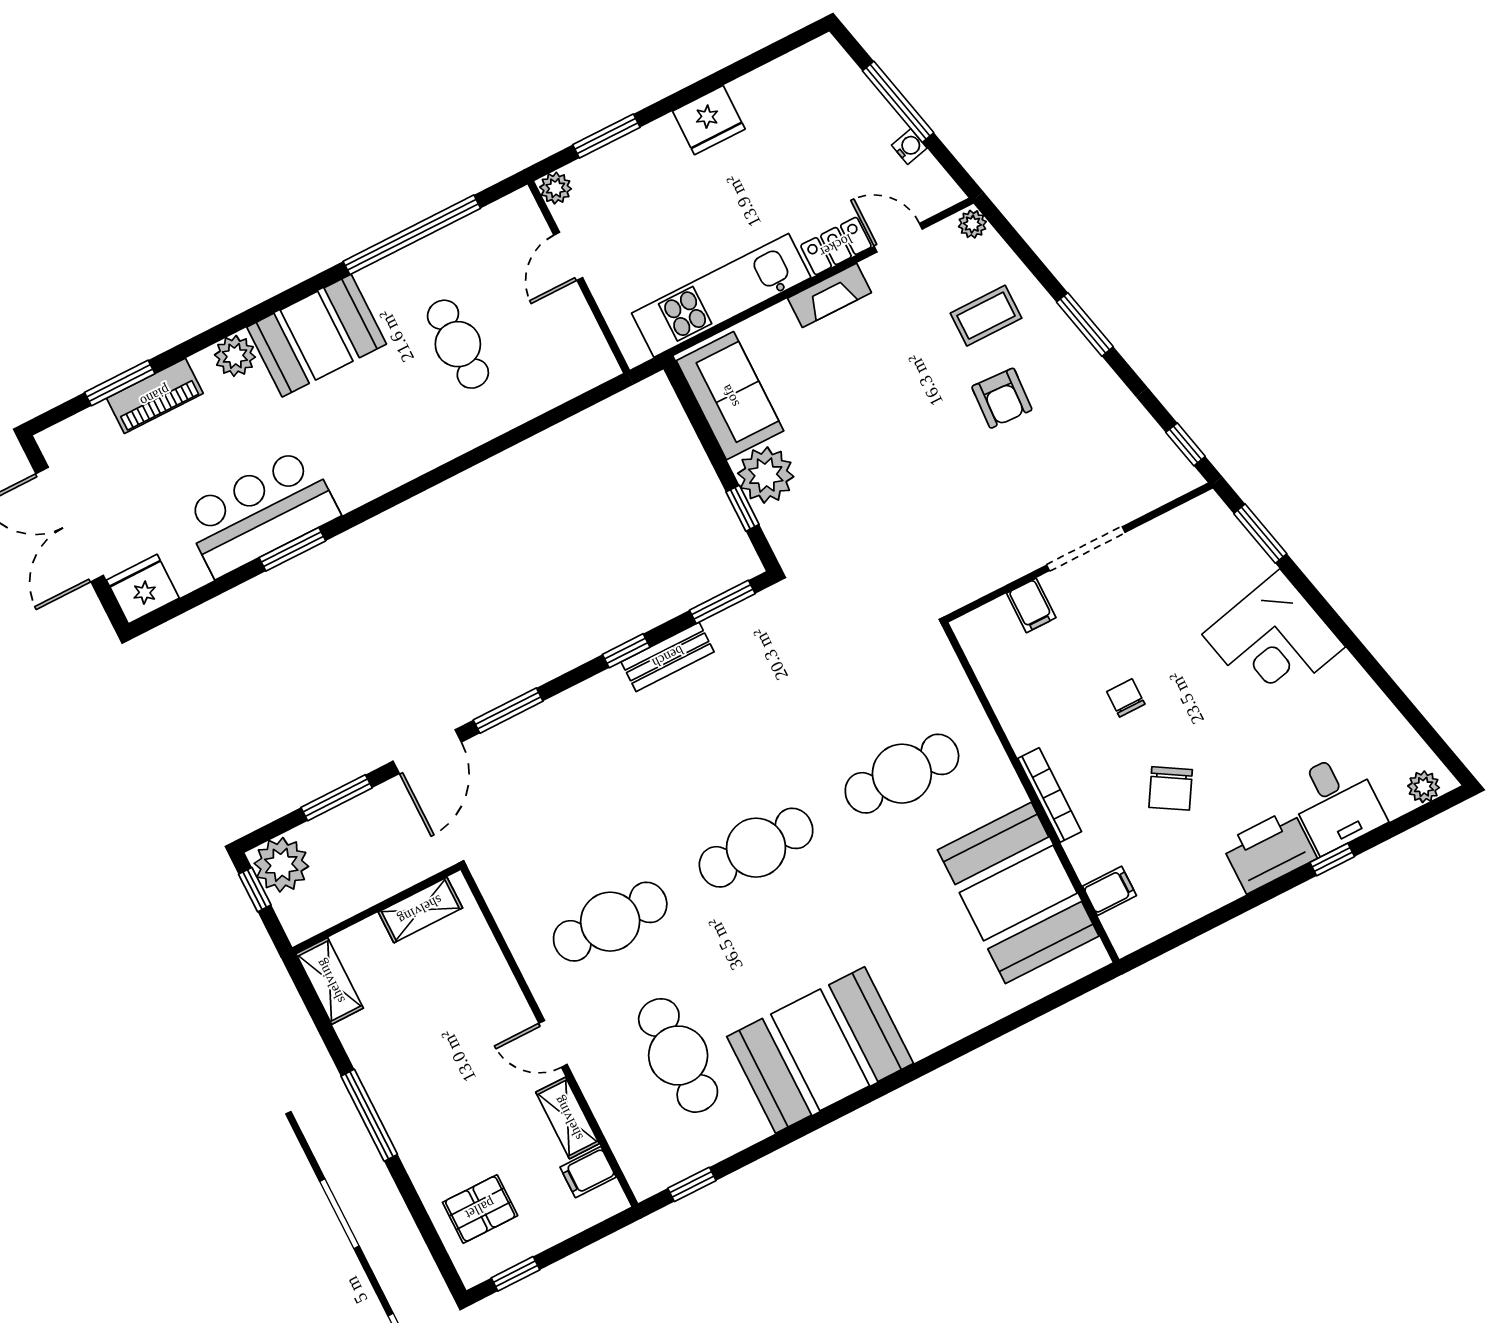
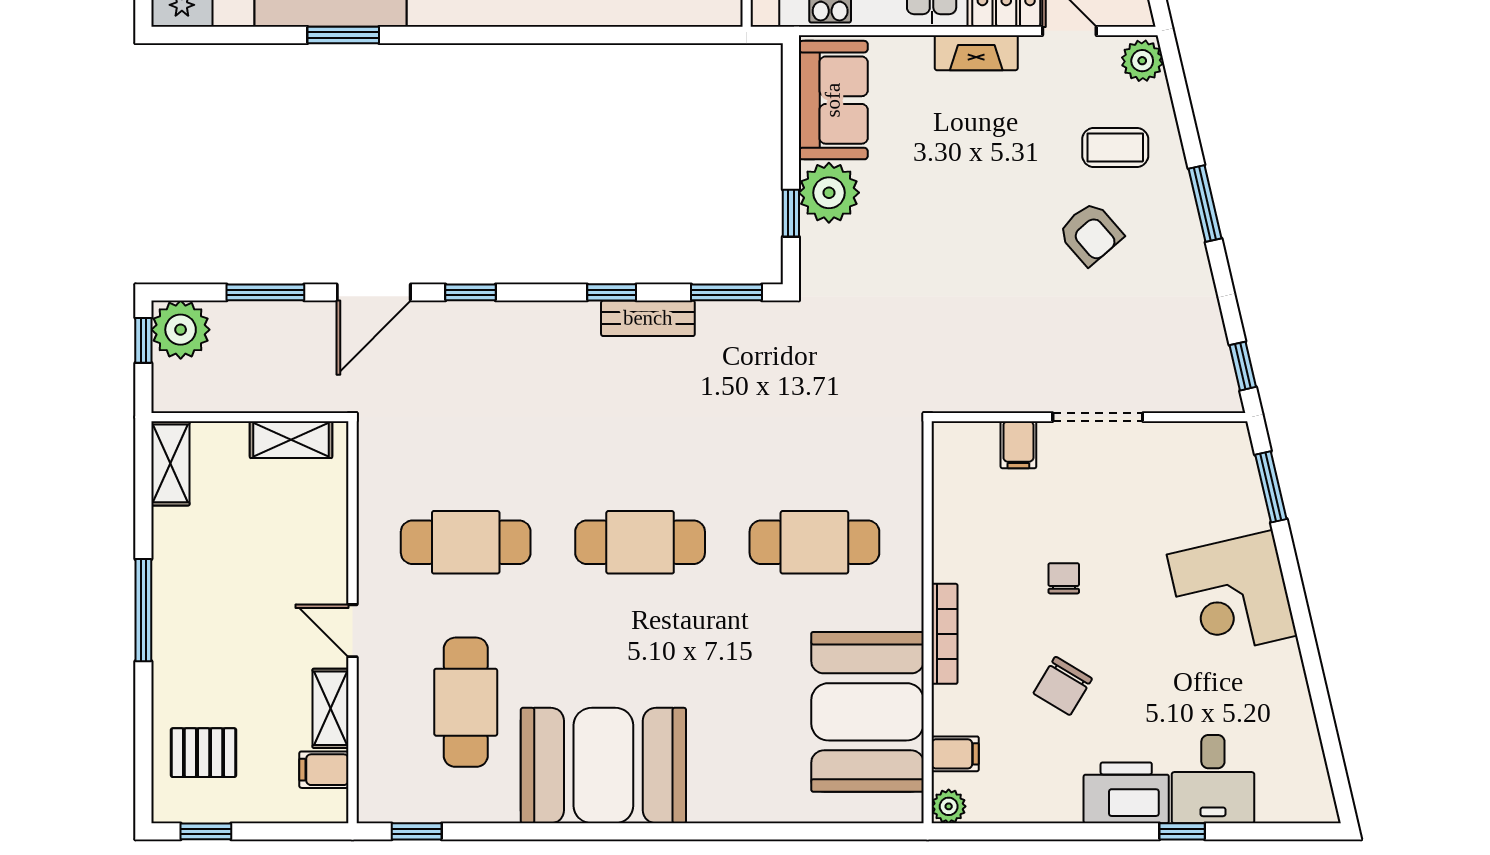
plant: (972, 224) -> (1142, 61), width x1.38, depth x1.38
armchair: (1002, 398) -> (1091, 234), turned -44
window: (508, 711) -> (471, 292), width x0.67
plant: (1424, 787) -> (949, 806), moved

